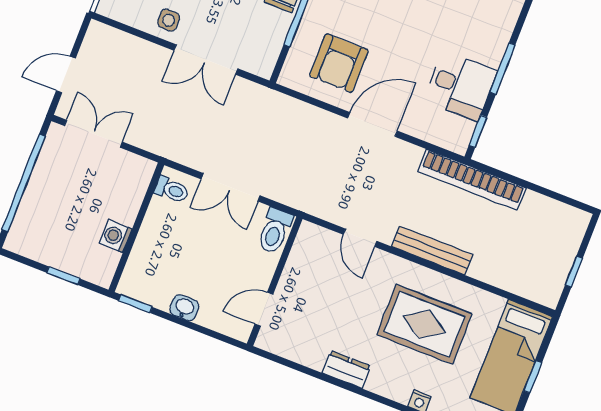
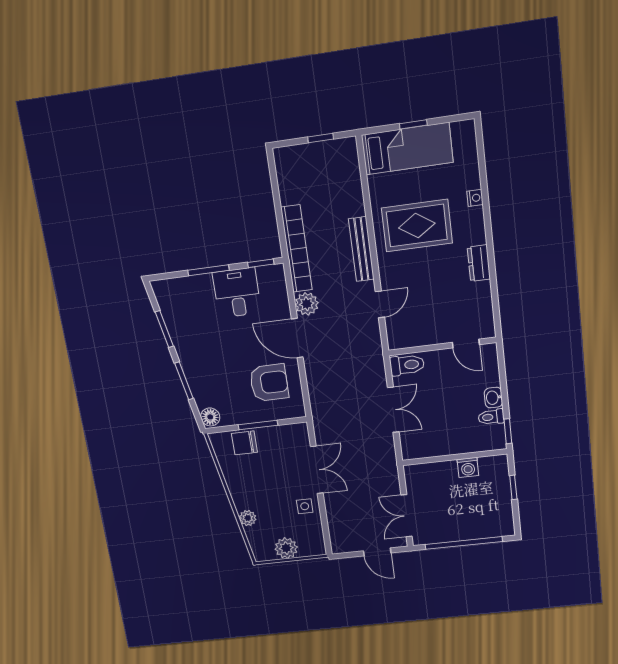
plant: (405, 157) -> (307, 304), added
toilet: (172, 190) -> (491, 417), moved, turned -90
rug: (424, 324) -> (417, 226), turned 90

